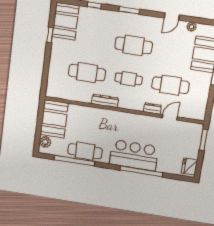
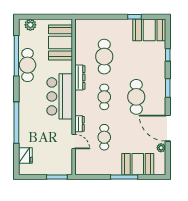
door: (172, 17) -> (168, 128), width x1.88
cafe table: (170, 85) -> (104, 137), width x0.73, depth x0.74
booth: (54, 119) -> (60, 42), moved, turned 90
bar counter: (134, 155) -> (60, 96), moved, turned 180
fridge: (189, 167) -> (25, 155), moved, turned 90

